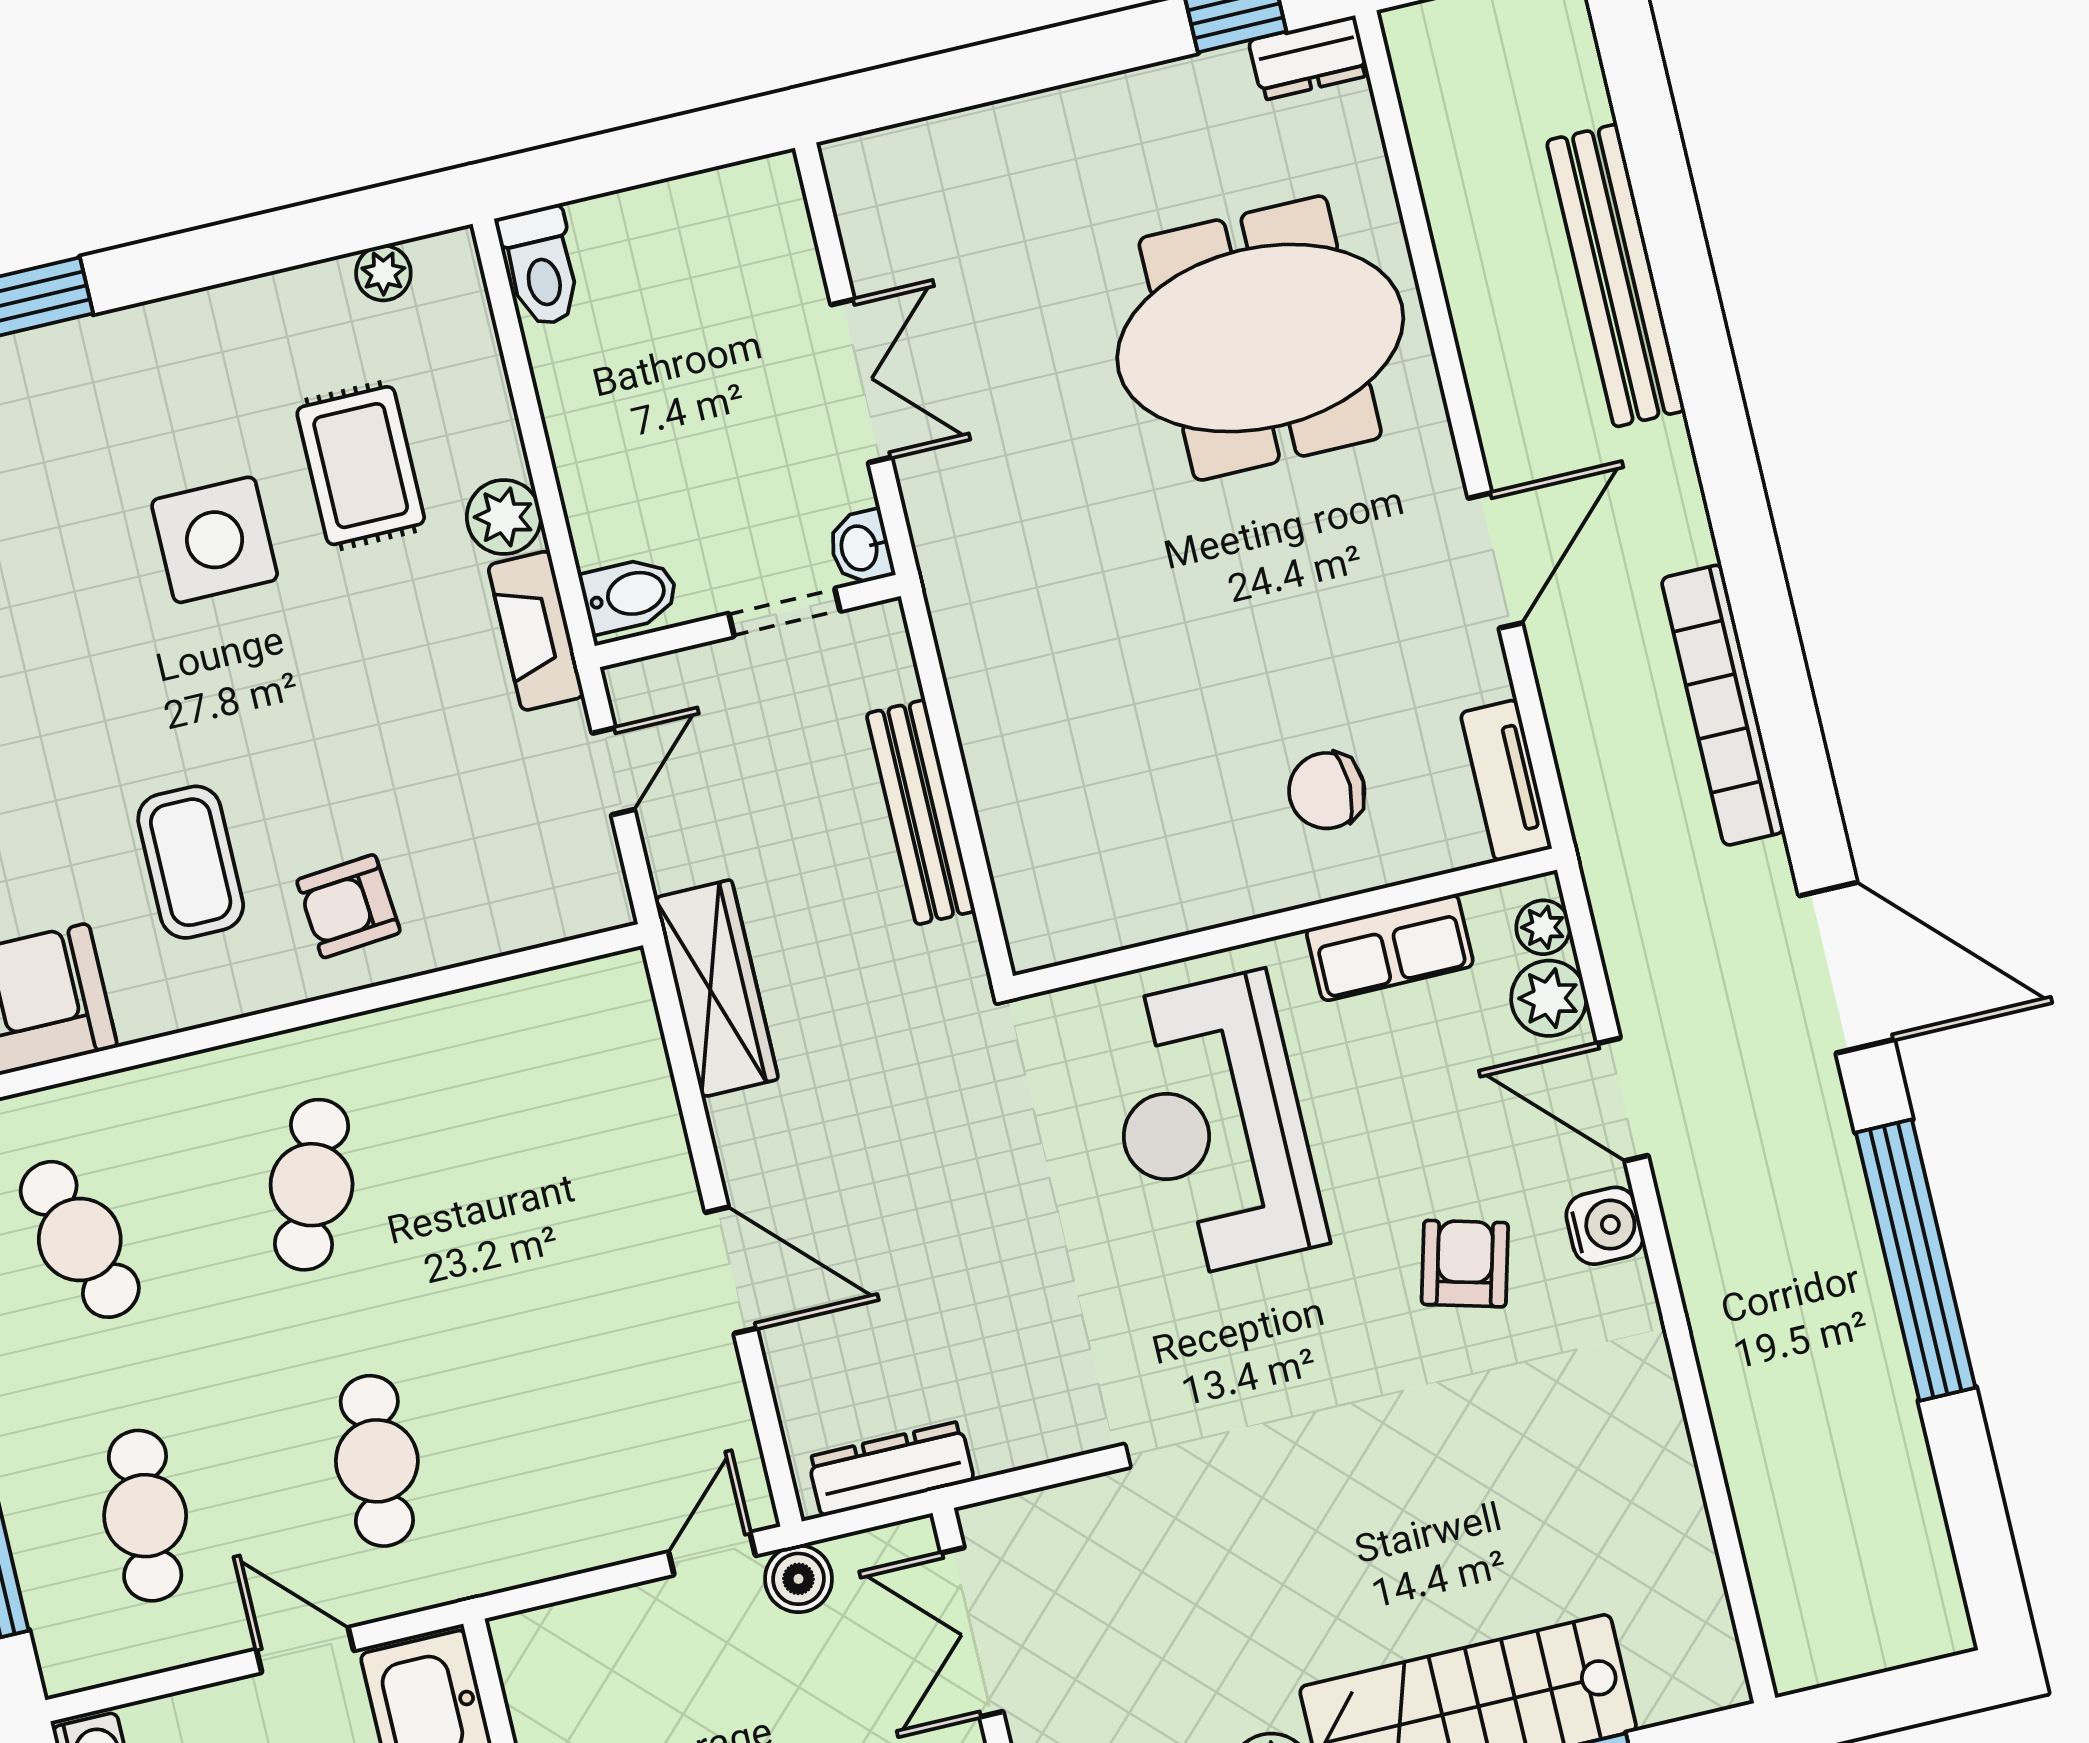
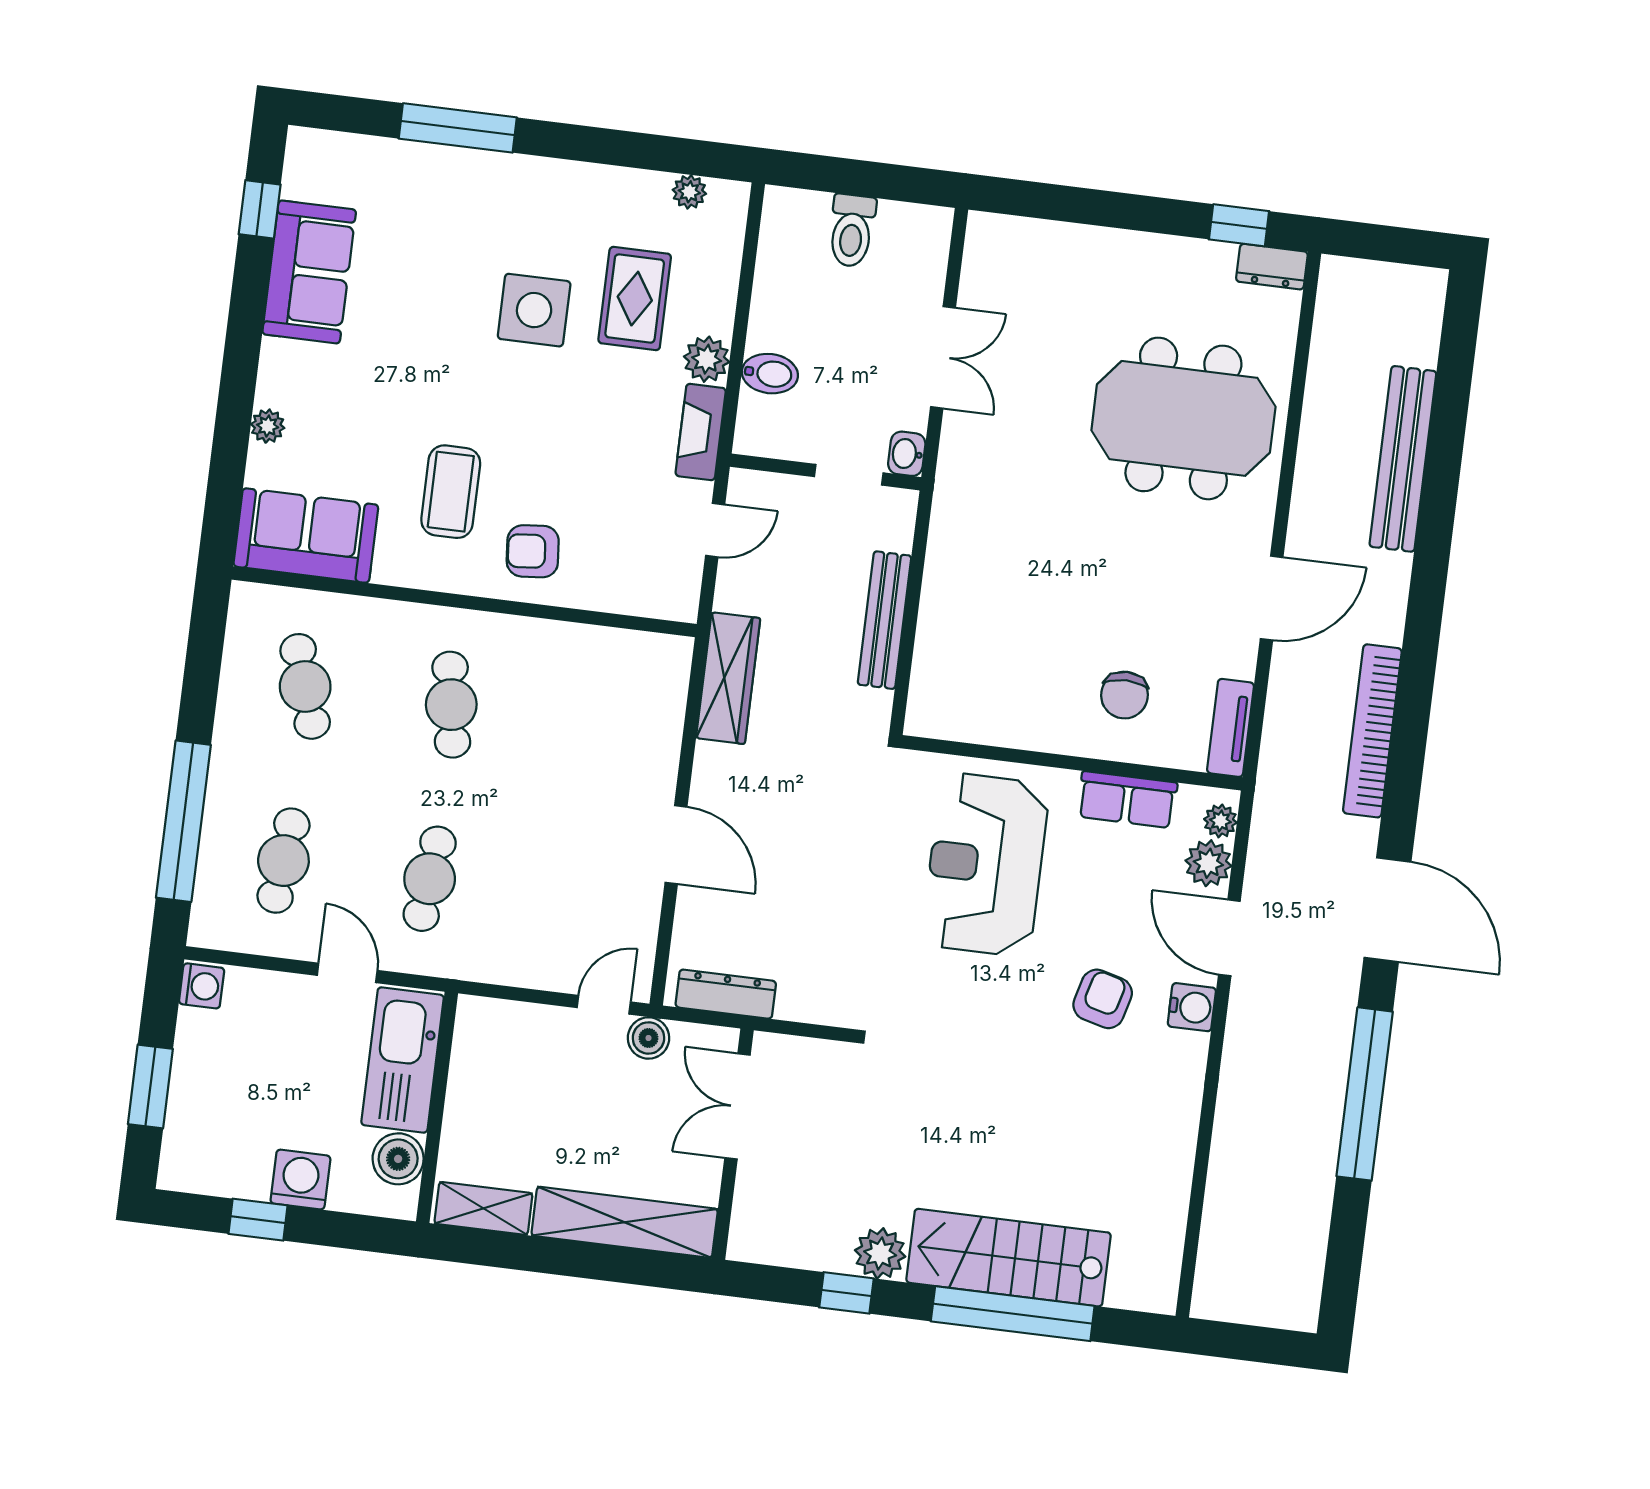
toilet: (541, 266) -> (852, 231), moved
bidet: (630, 595) -> (770, 374), moved
chair: (1327, 791) -> (1124, 695), turned -90
cafe table: (312, 1185) -> (451, 705), turned -30

